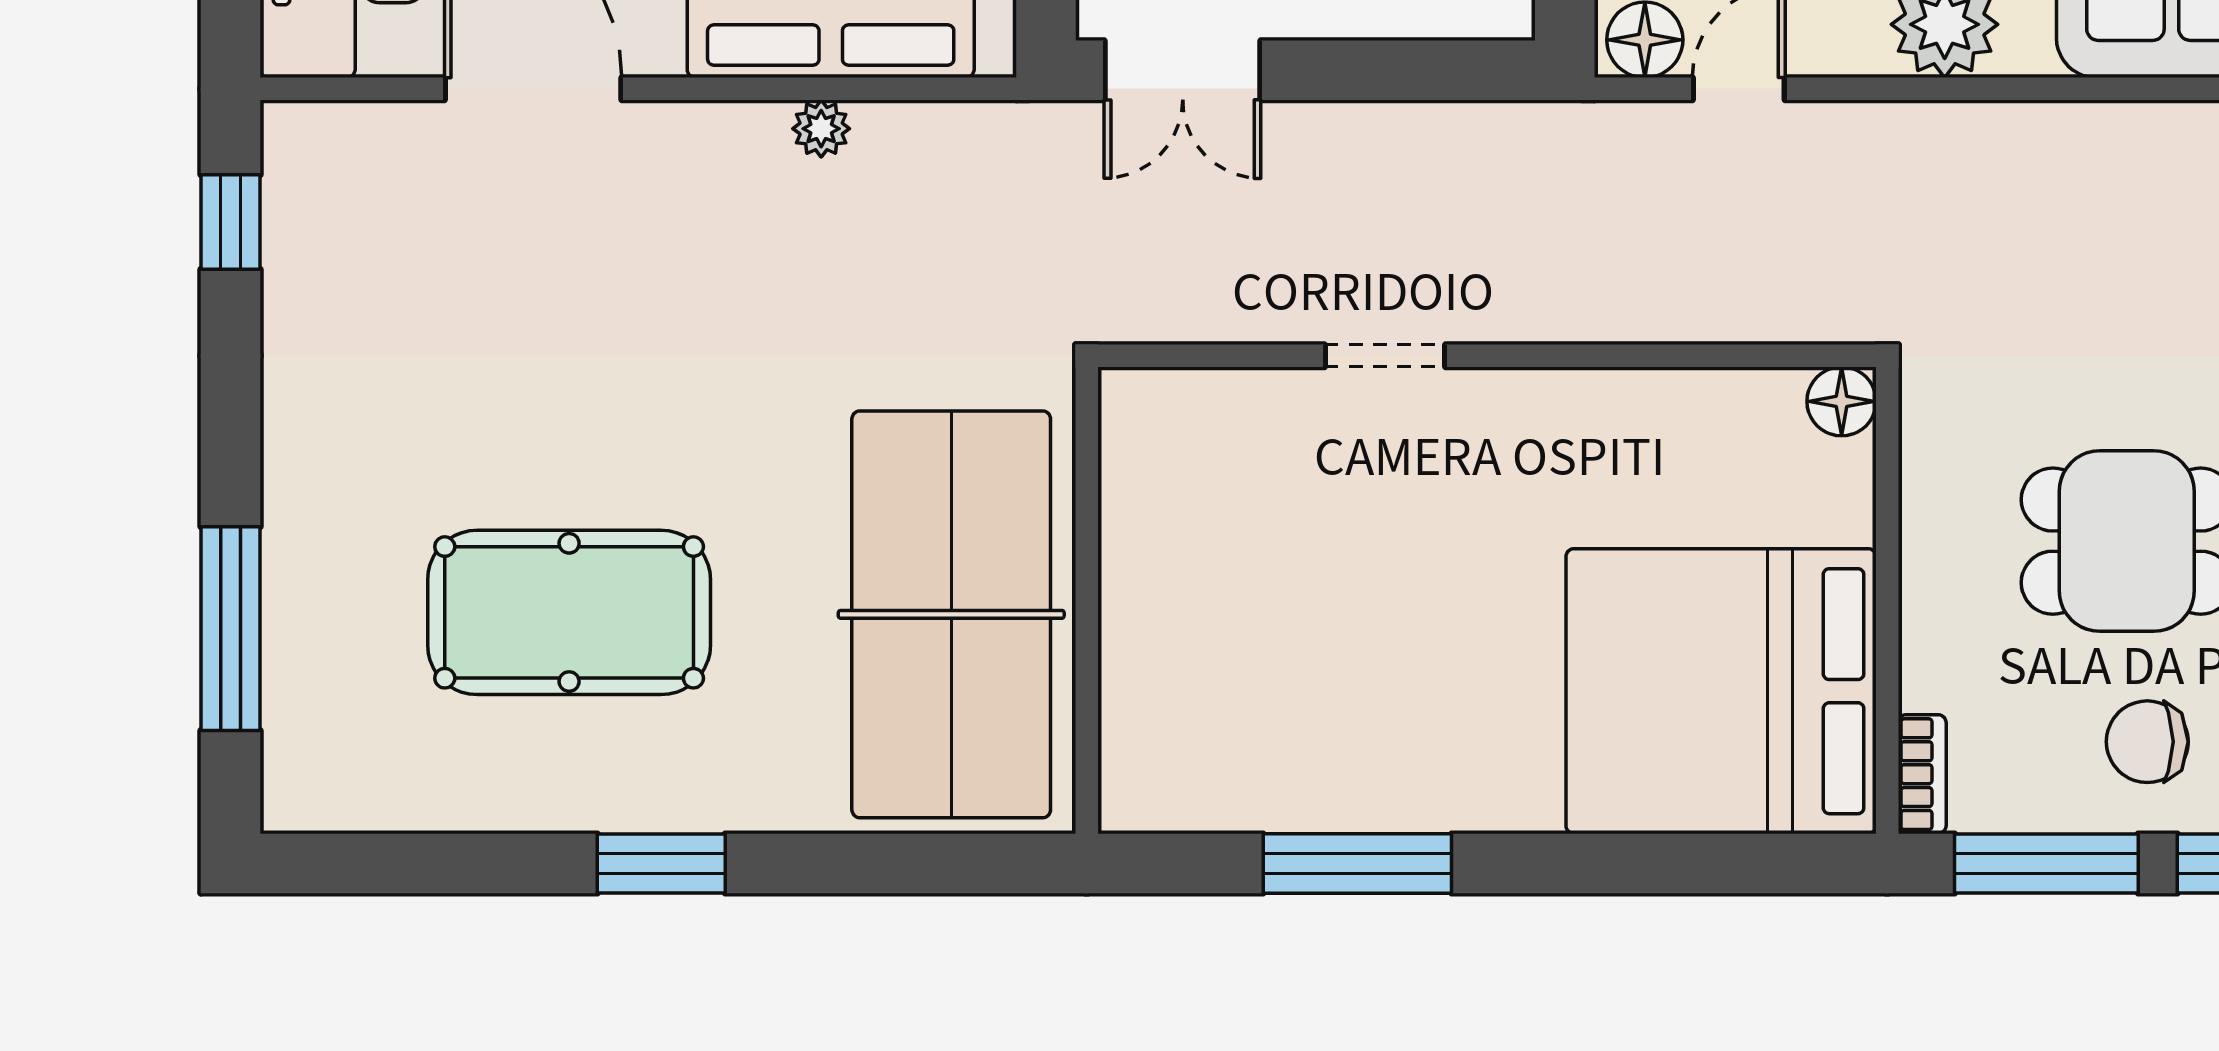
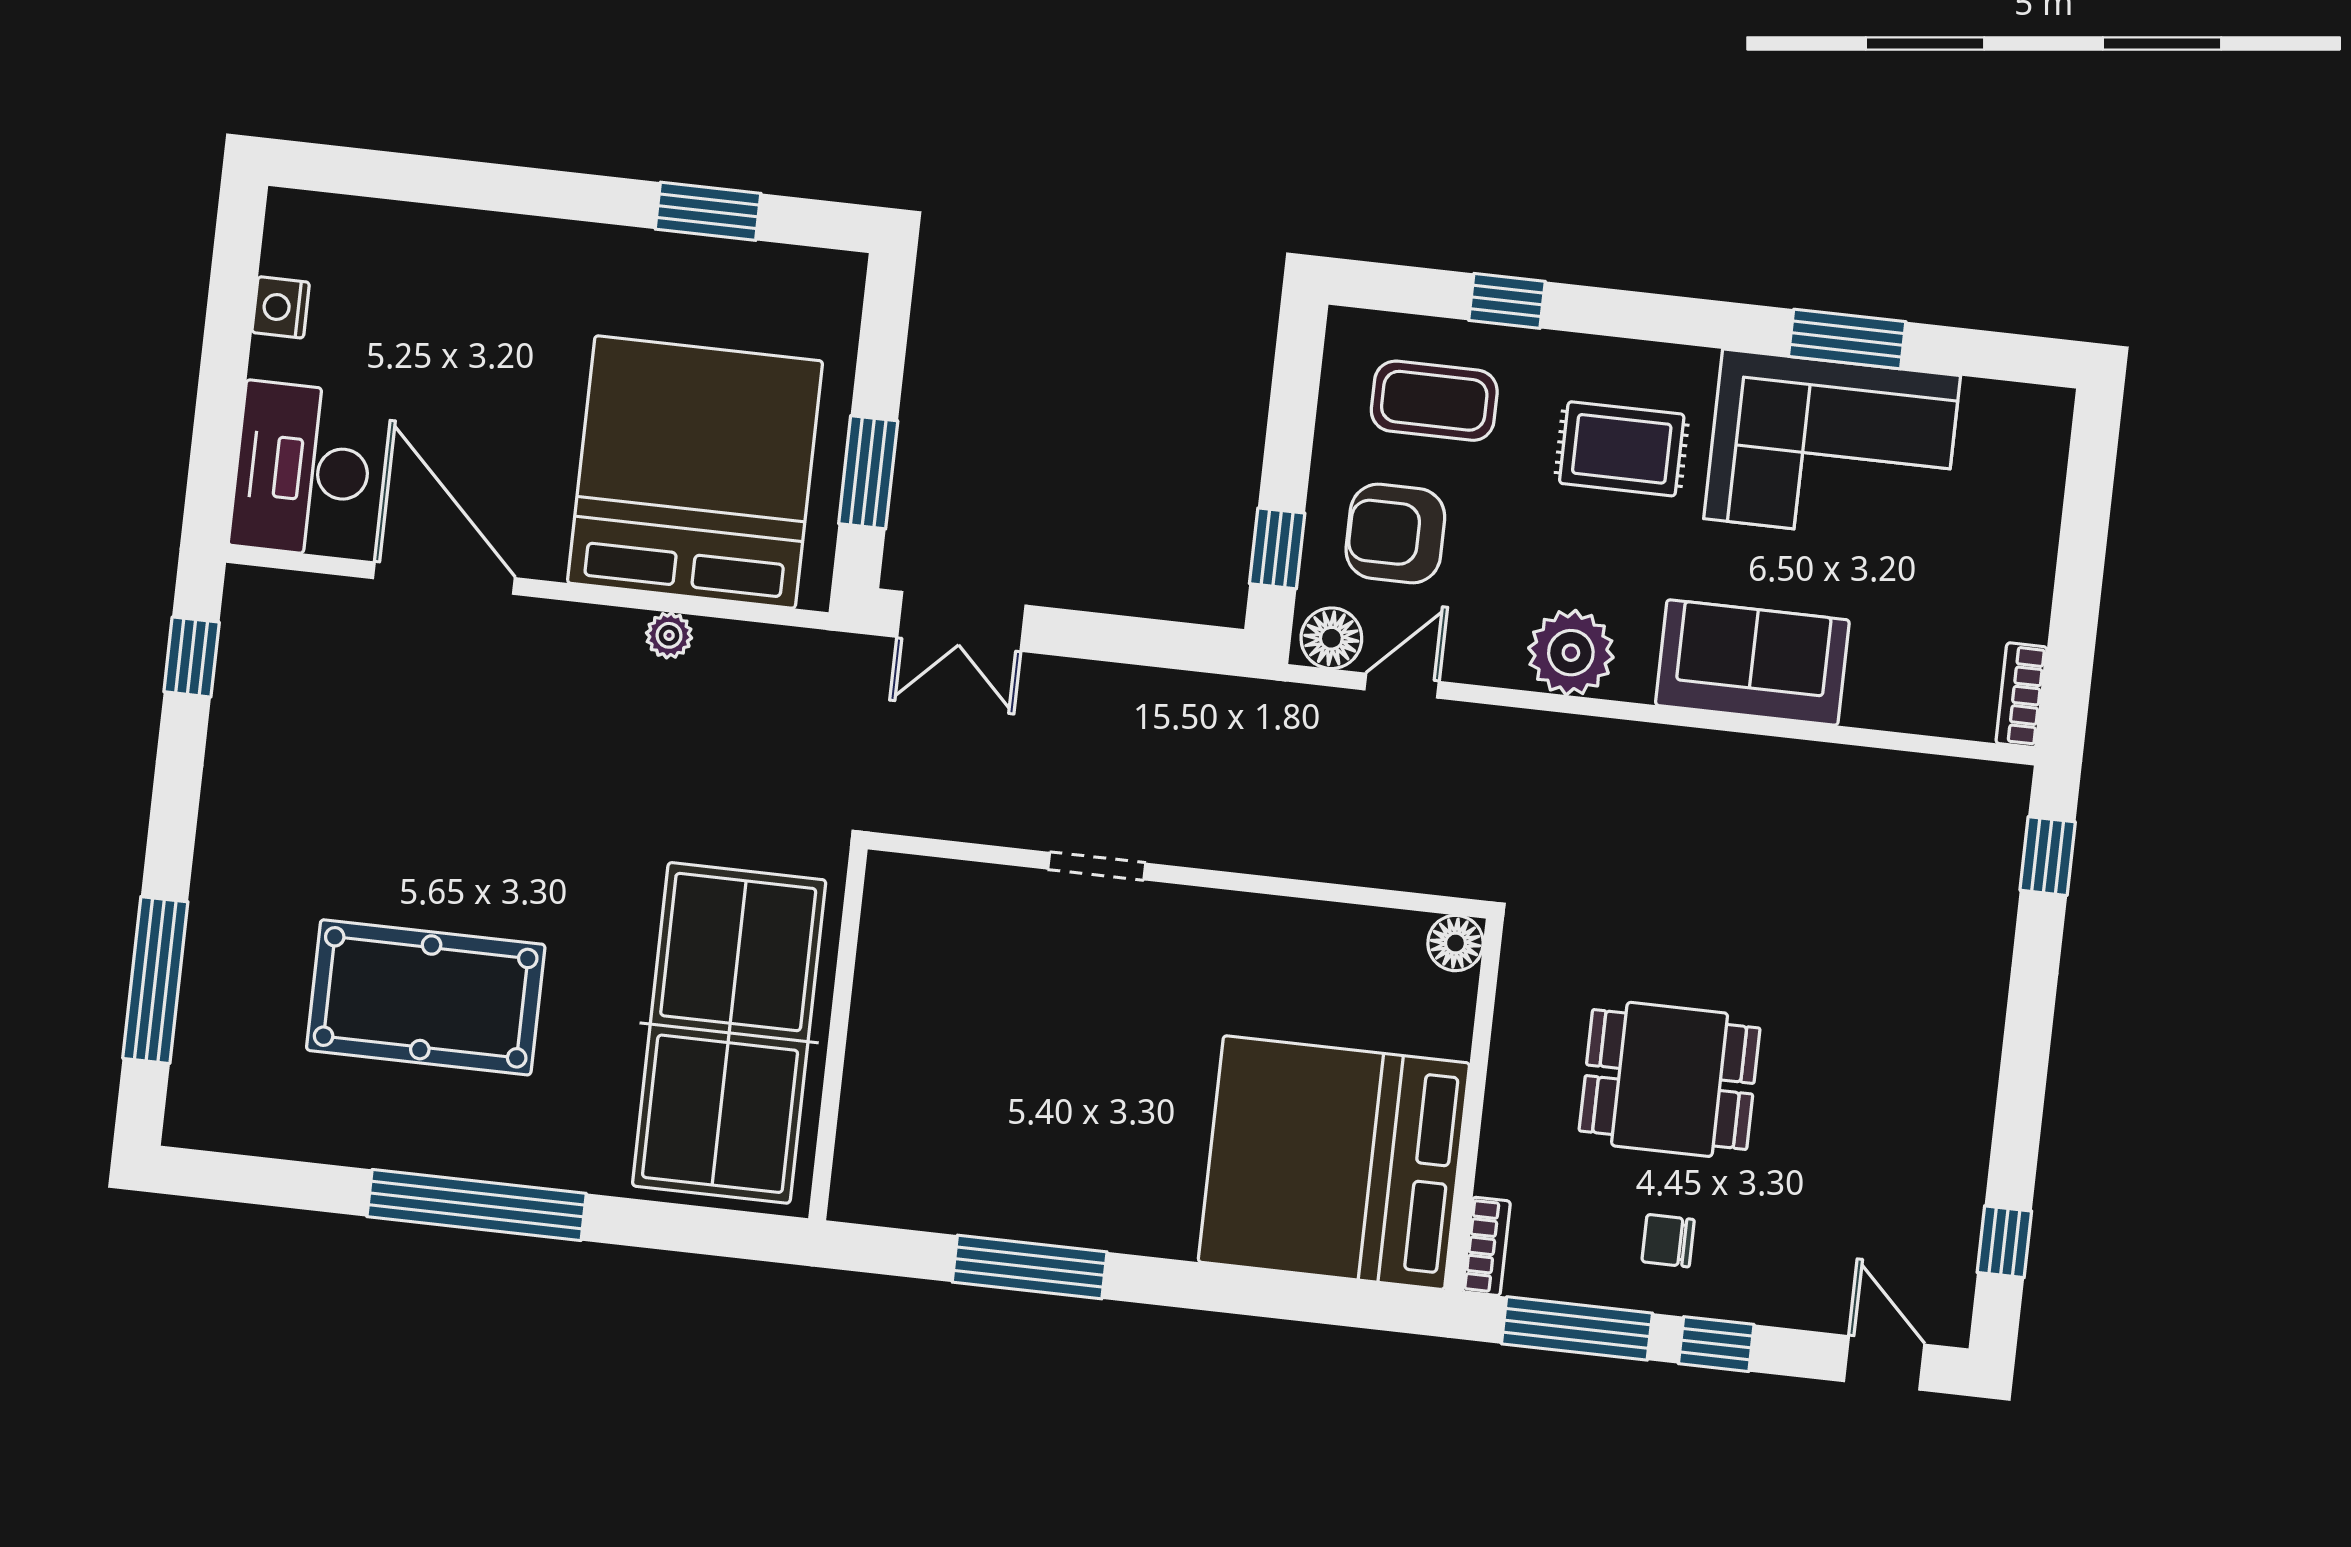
chair: (2147, 742) -> (1668, 1241), width x0.73, depth x0.73
window: (661, 863) -> (477, 1205), width x2.11

